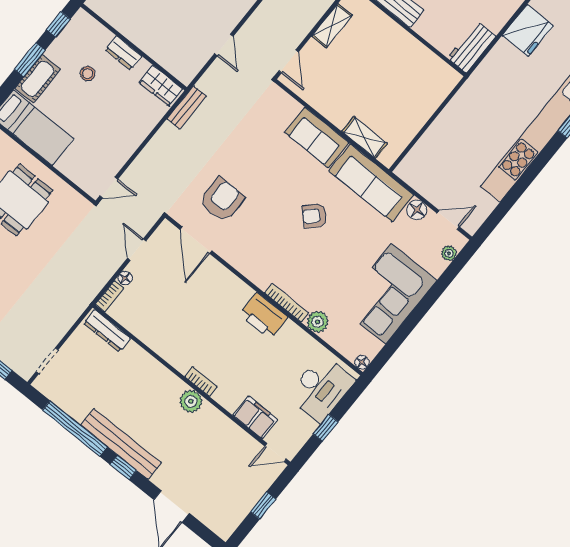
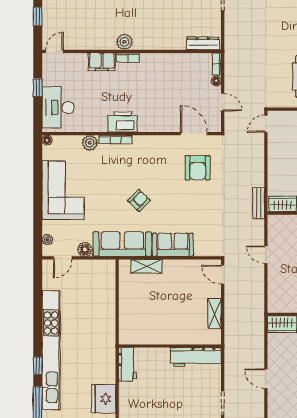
filing cabinet: (255, 417) -> (102, 62), moved

